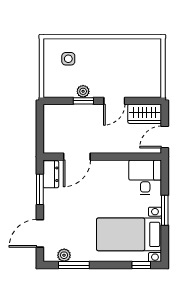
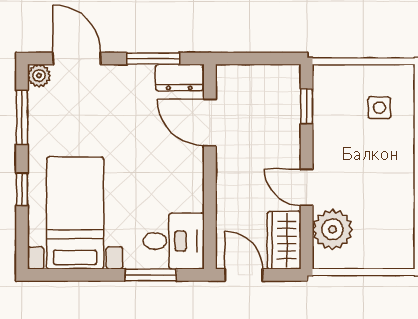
plant: (83, 91) -> (333, 229), moved, width x1.88, depth x1.88
window: (83, 101) -> (307, 106), moved
window: (165, 210) -> (151, 275), moved
plant: (64, 255) -> (39, 76), moved
window: (141, 265) -> (22, 189), moved

